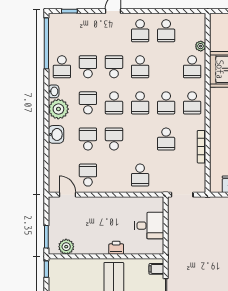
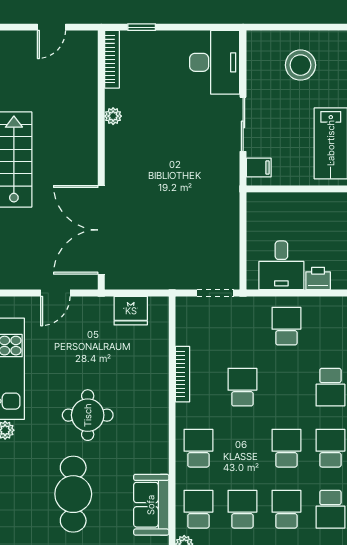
school desk: (166, 103) -> (242, 509), moved
desk: (149, 226) -> (281, 265), moved, turned -90
printer: (116, 248) -> (318, 279), moved, turned 180

